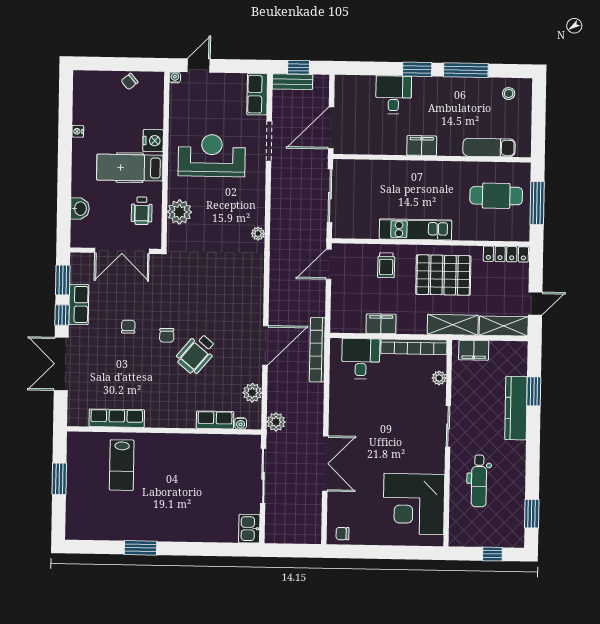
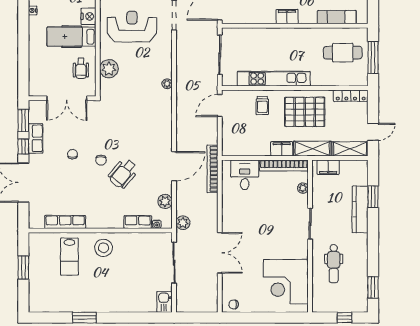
washbasin: (80, 209) -> (35, 68), removed
kitchen unit: (416, 229) -> (274, 79), width x1.36
filing cabinet: (381, 324) -> (282, 149), moved
stool: (168, 454) -> (104, 248), added

